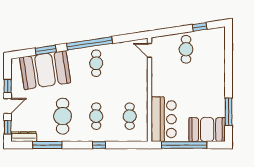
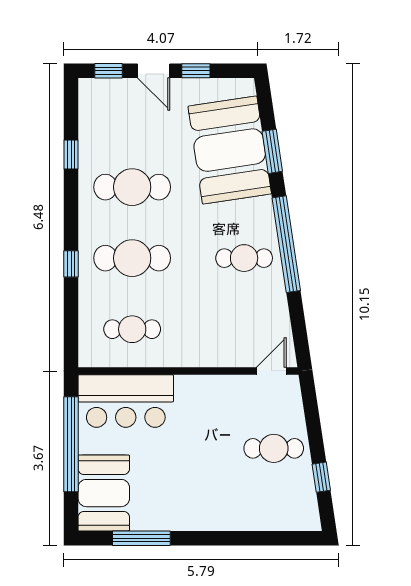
cafe table: (96, 116) -> (132, 258), width x1.37, depth x1.35
dresser: (24, 137) -> (89, 105), removed
window: (47, 145) -> (71, 155), width x0.46

